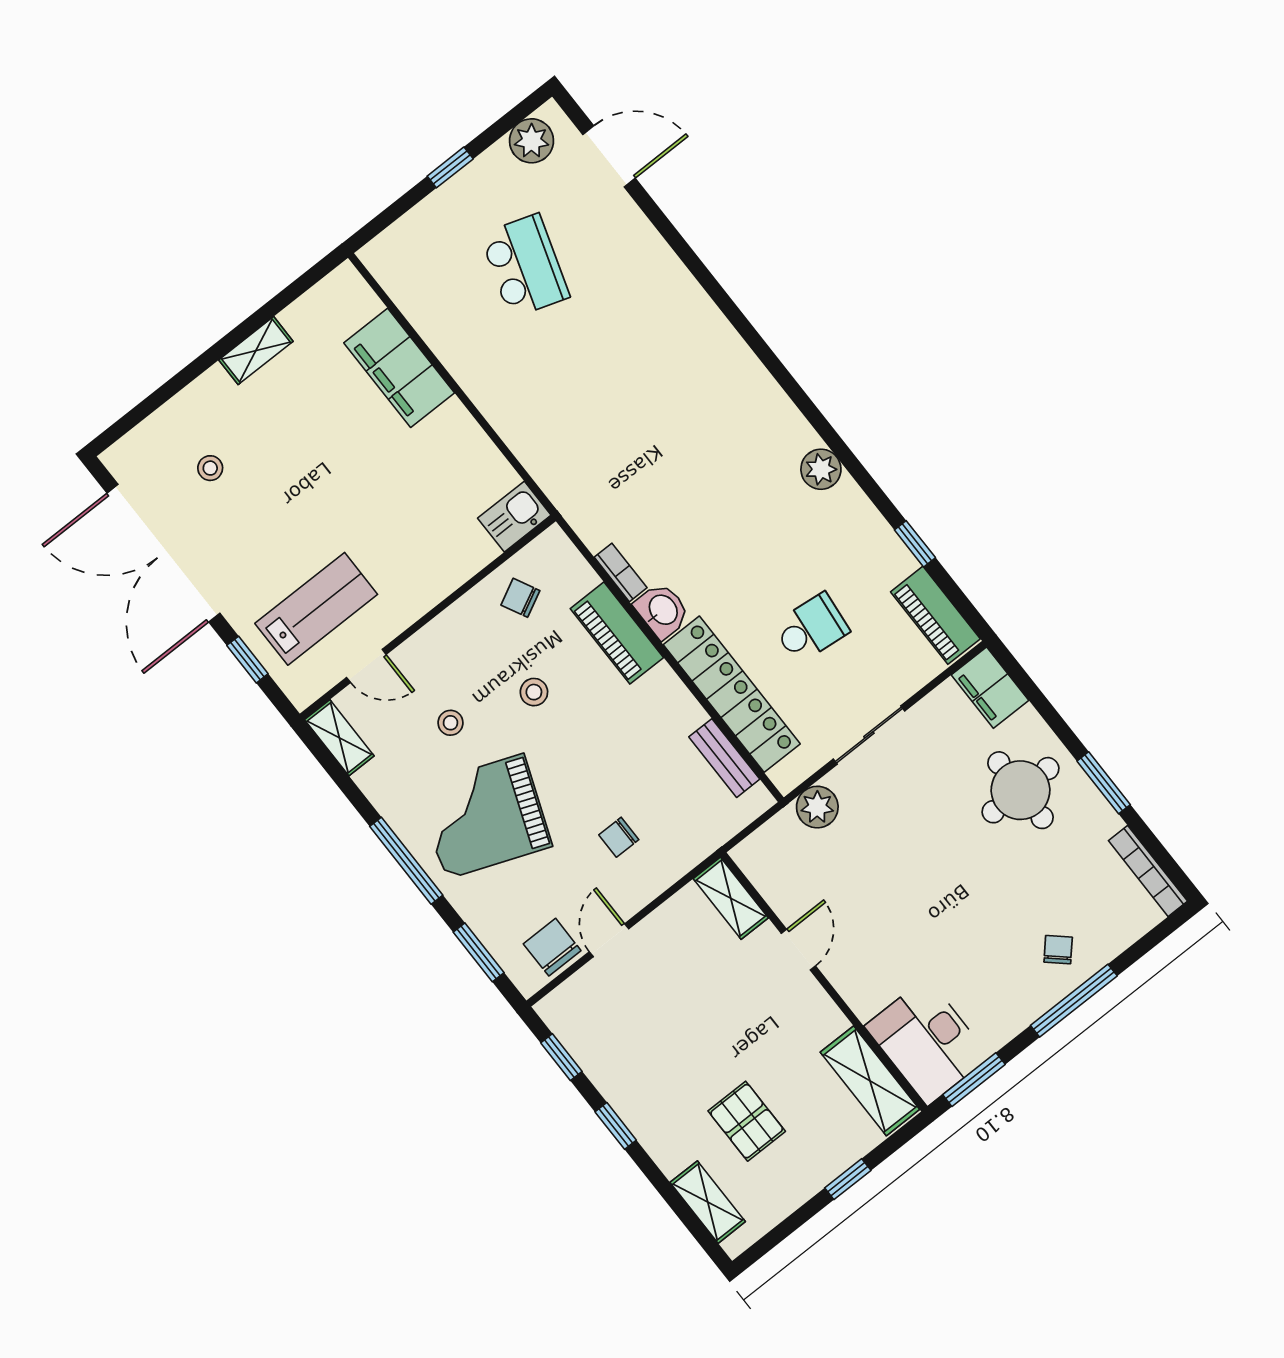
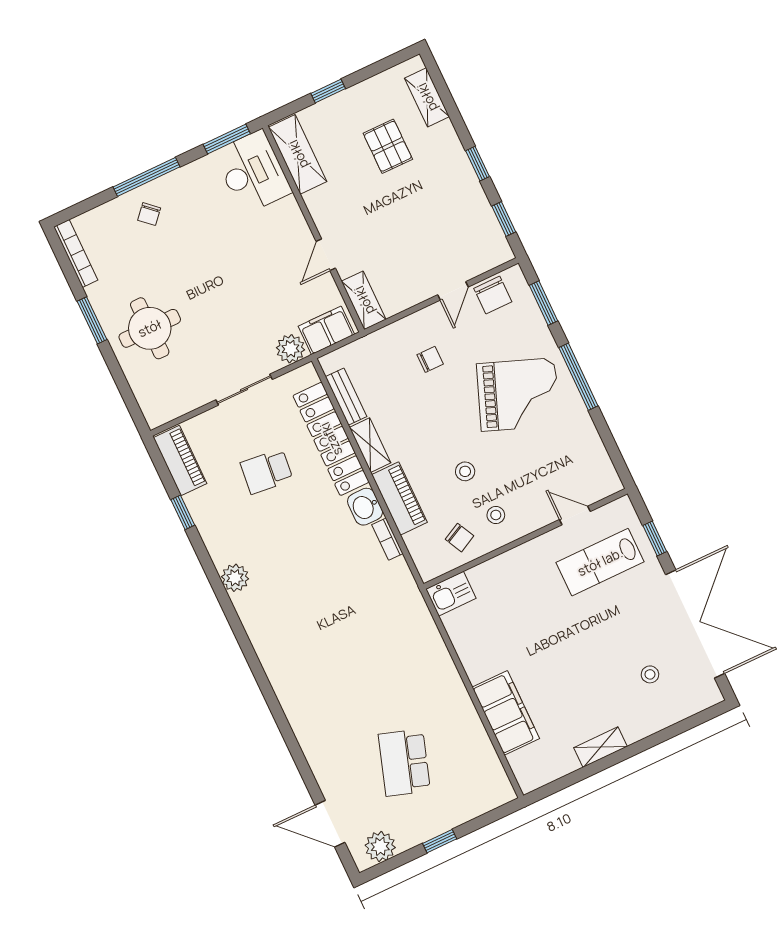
filing cabinet: (990, 688) -> (326, 330), moved, turned -90
stool: (450, 723) -> (496, 515), moved
shelving: (339, 738) -> (370, 445), moved

